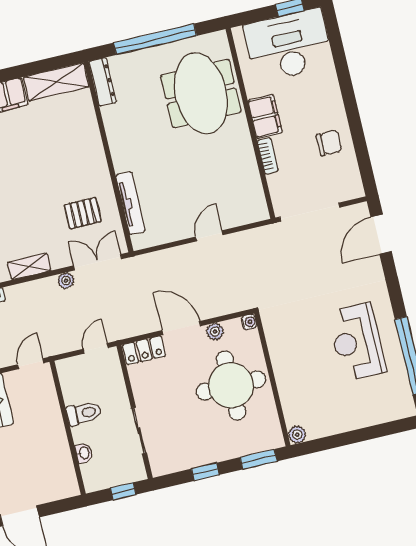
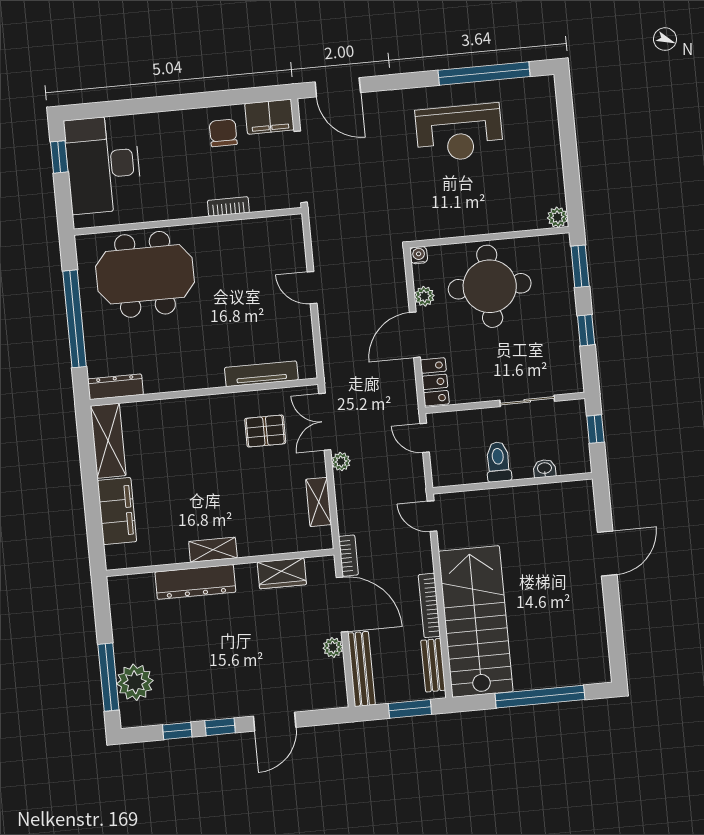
filing cabinet: (265, 117) -> (269, 117), moved, turned 180
pallet: (83, 213) -> (265, 431), turned 90

